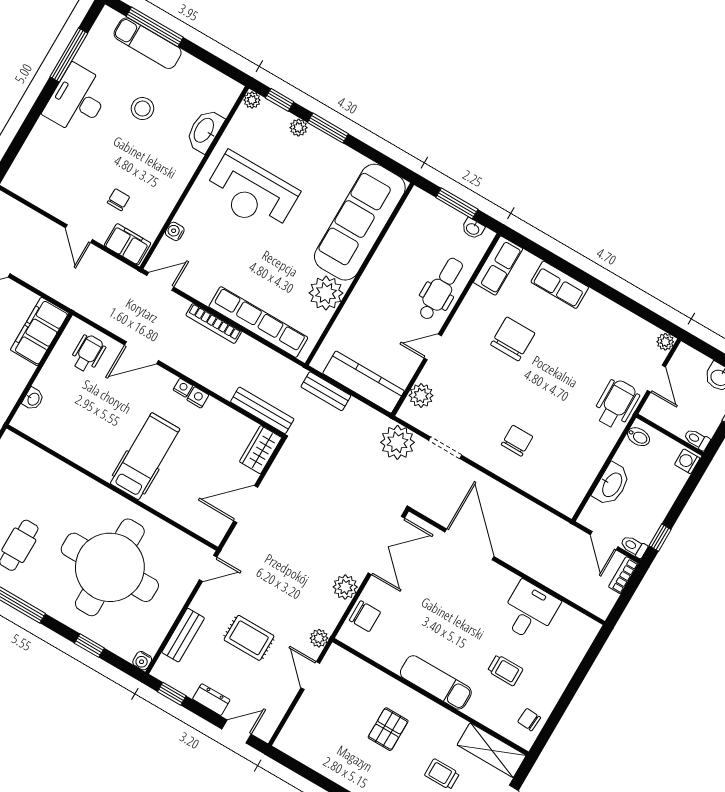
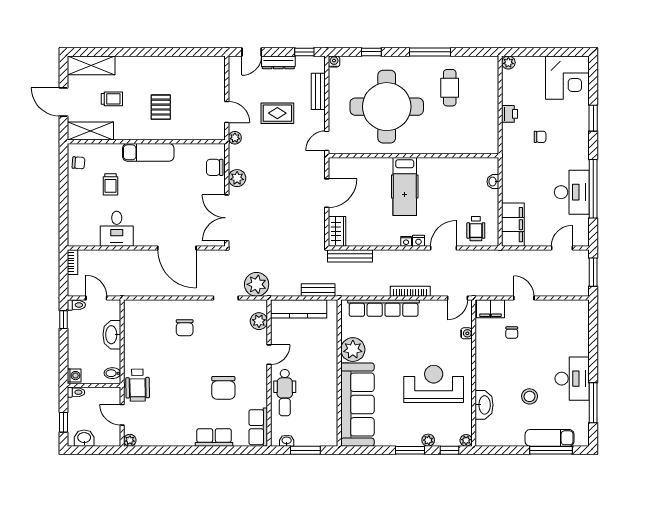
nightstand: (198, 397) -> (419, 241), moved
bookcase: (623, 575) -> (72, 262), moved
trolley: (505, 670) -> (111, 184), turned -90
dresser: (211, 700) -> (278, 62), width x1.44

